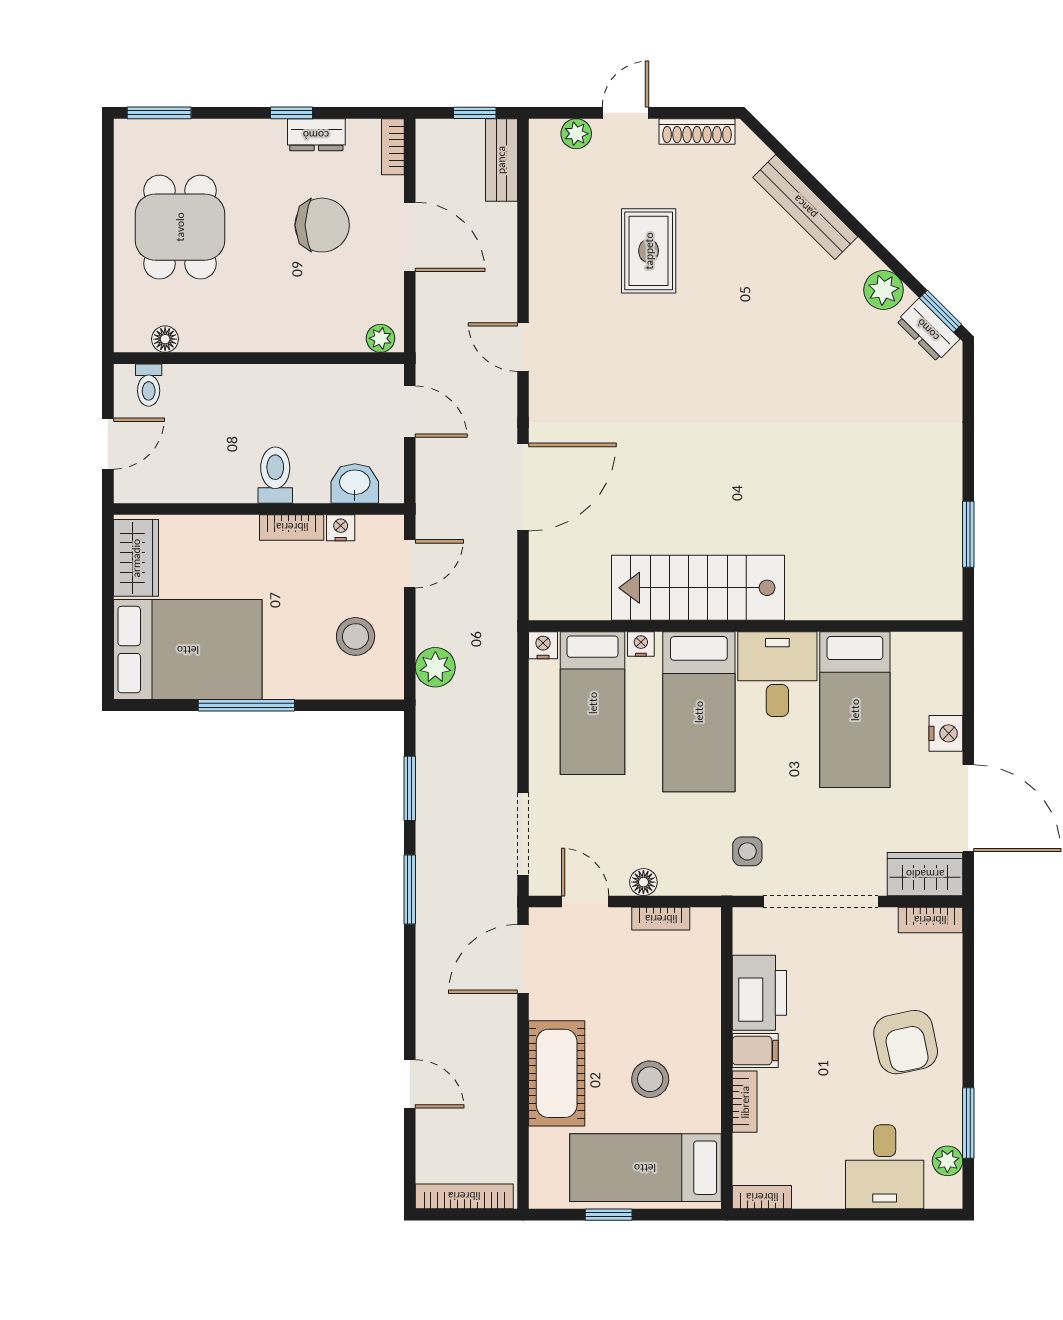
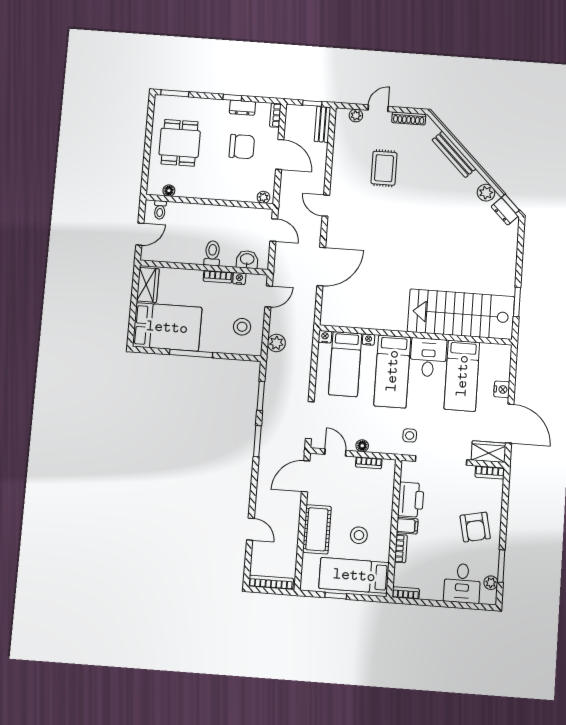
stairs: (698, 588) -> (461, 314), moved, width x1.36, depth x1.51

